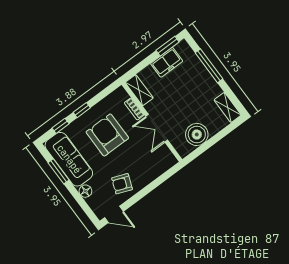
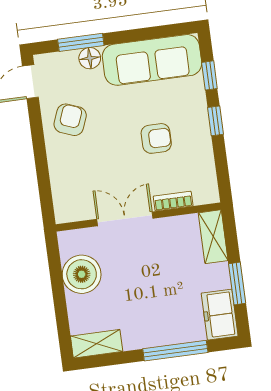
window: (168, 46) -> (237, 283), moved
freezer: (167, 62) -> (220, 315), moved
shelving: (139, 90) -> (213, 237), moved, turned 90
armchair: (107, 135) -> (156, 138), width x0.53, depth x0.53
window: (59, 171) -> (81, 42), moved

